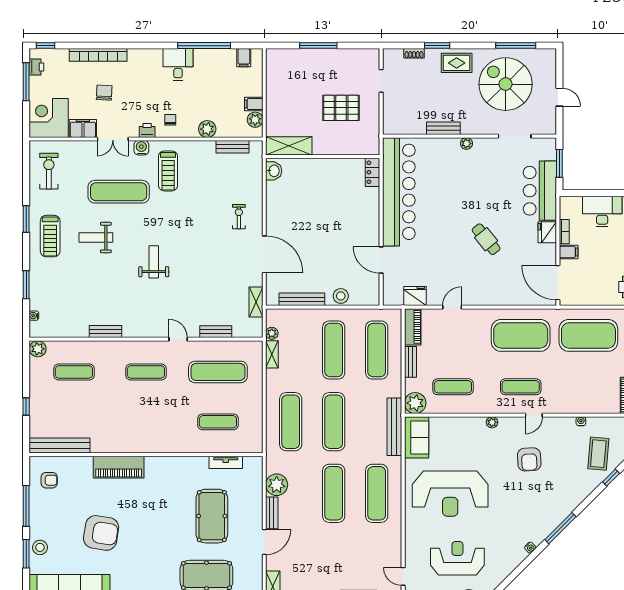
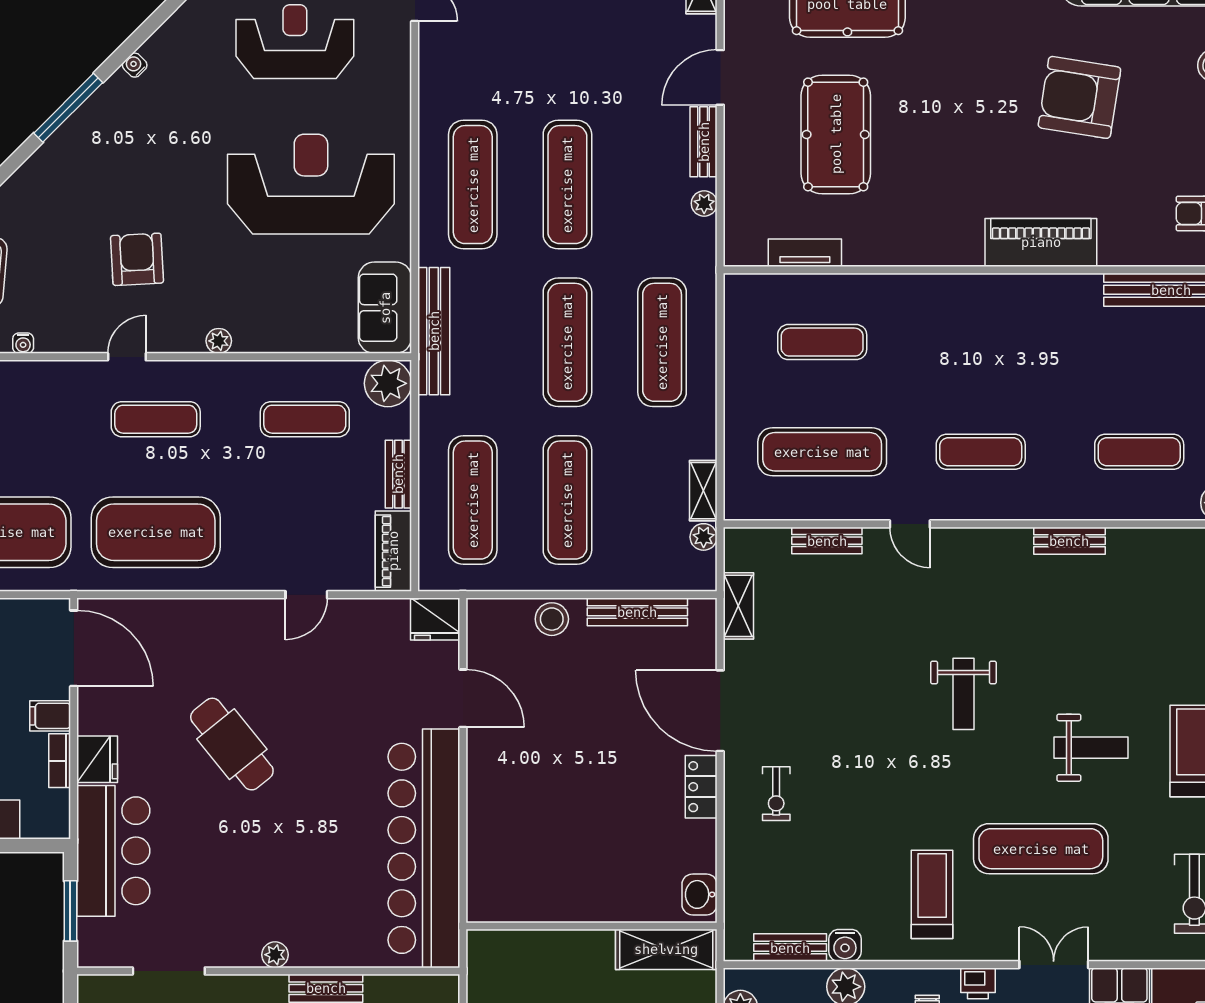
water cooler: (141, 148) -> (845, 945), moved
locker: (372, 172) -> (701, 787), moved, turned 180
cafe table: (486, 239) -> (232, 744), width x1.37, depth x1.35
fridge: (415, 296) -> (435, 619), moved
plant: (277, 485) -> (704, 203), width x0.53, depth x0.53
reception desk: (457, 558) -> (295, 42), turned 180

